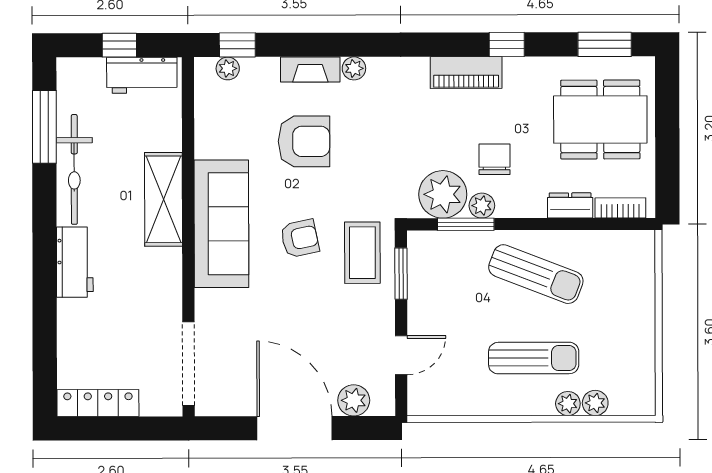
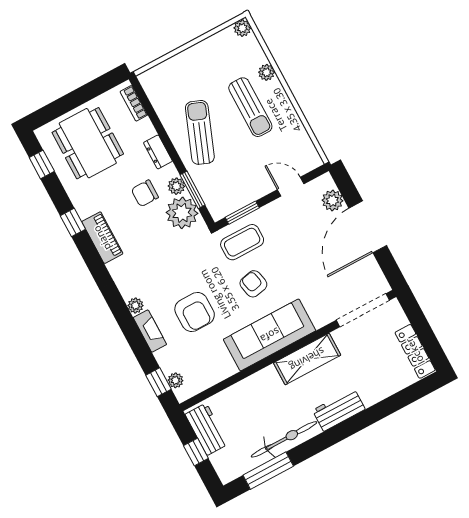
window: (605, 44) -> (42, 164), width x0.67
armchair: (304, 141) -> (195, 312), turned 180
shelving: (163, 199) -> (307, 359), moved
dresser: (570, 205) -> (158, 152), moved
sun lounger: (534, 358) -> (250, 107), turned 180
plant: (595, 403) -> (242, 28), moved

